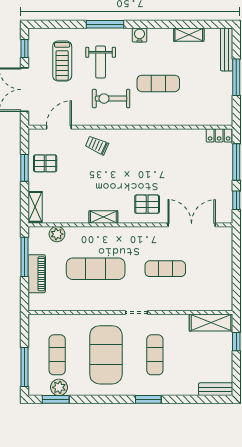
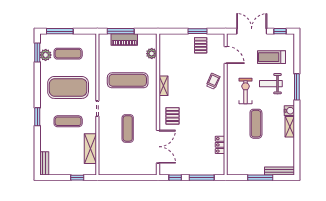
shelving: (189, 35) -> (290, 127), moved
locker: (219, 135) -> (220, 145), moved
shelving: (35, 207) -> (171, 38), removed
window: (25, 257) -> (121, 31), moved
exercise mat: (96, 269) -> (128, 80), turned 90
shelving: (211, 323) -> (90, 149), moved

